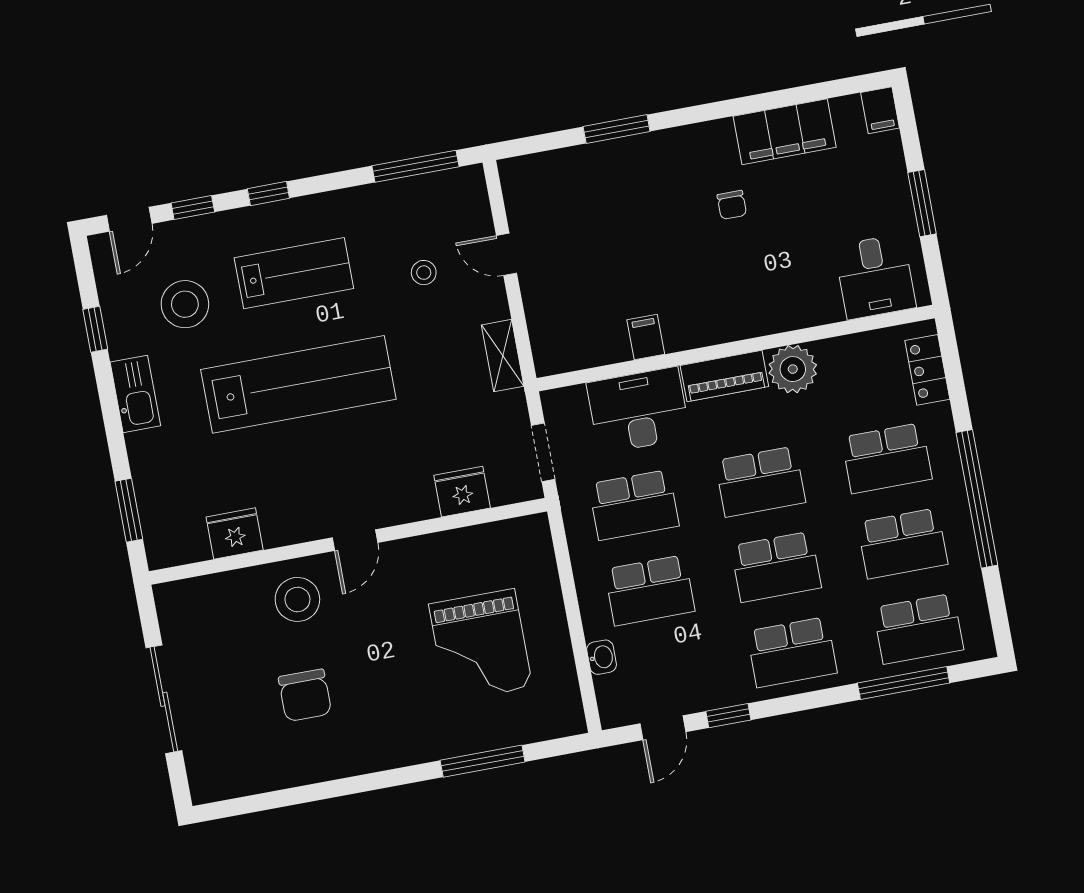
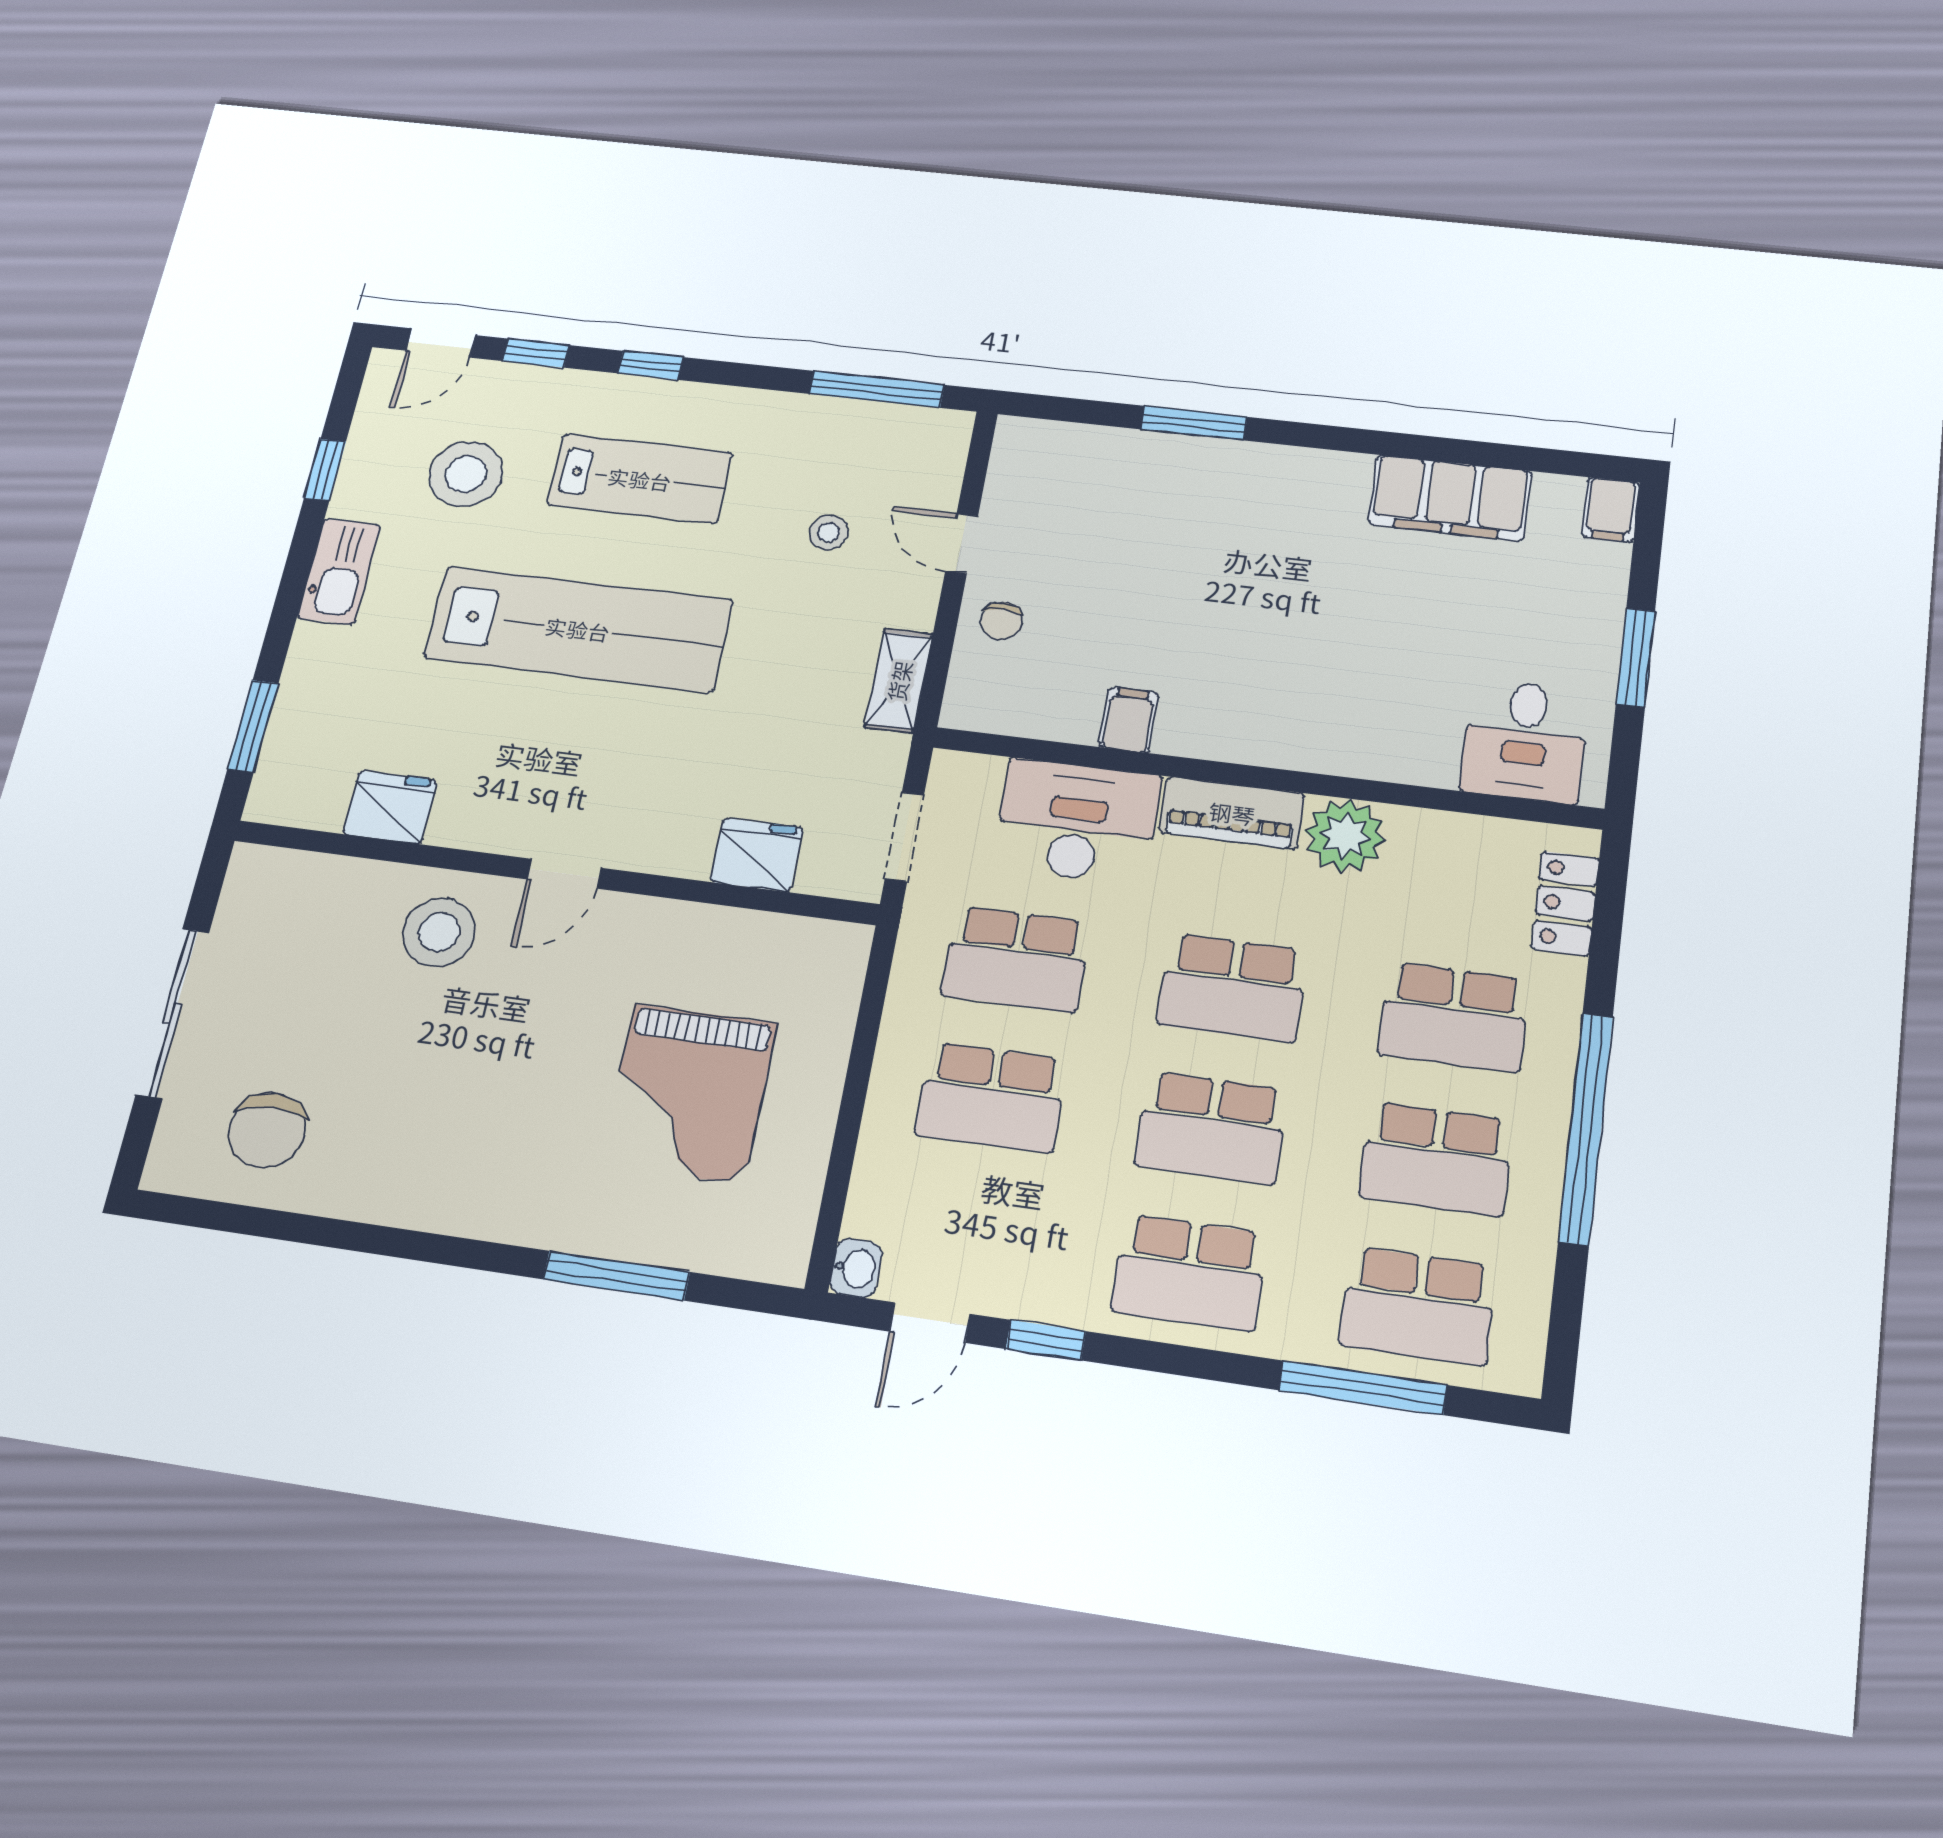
chair: (732, 205) -> (1001, 621), moved
washbasin: (602, 657) -> (856, 1268), moved
chair: (305, 695) -> (267, 1130), moved

